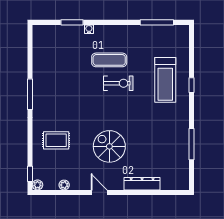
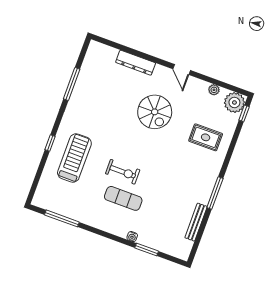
bench: (37, 63) -> (196, 222), added
exercise bike: (118, 83) -> (123, 172), turned 180
plant: (37, 185) -> (234, 103), width x1.88, depth x1.88

